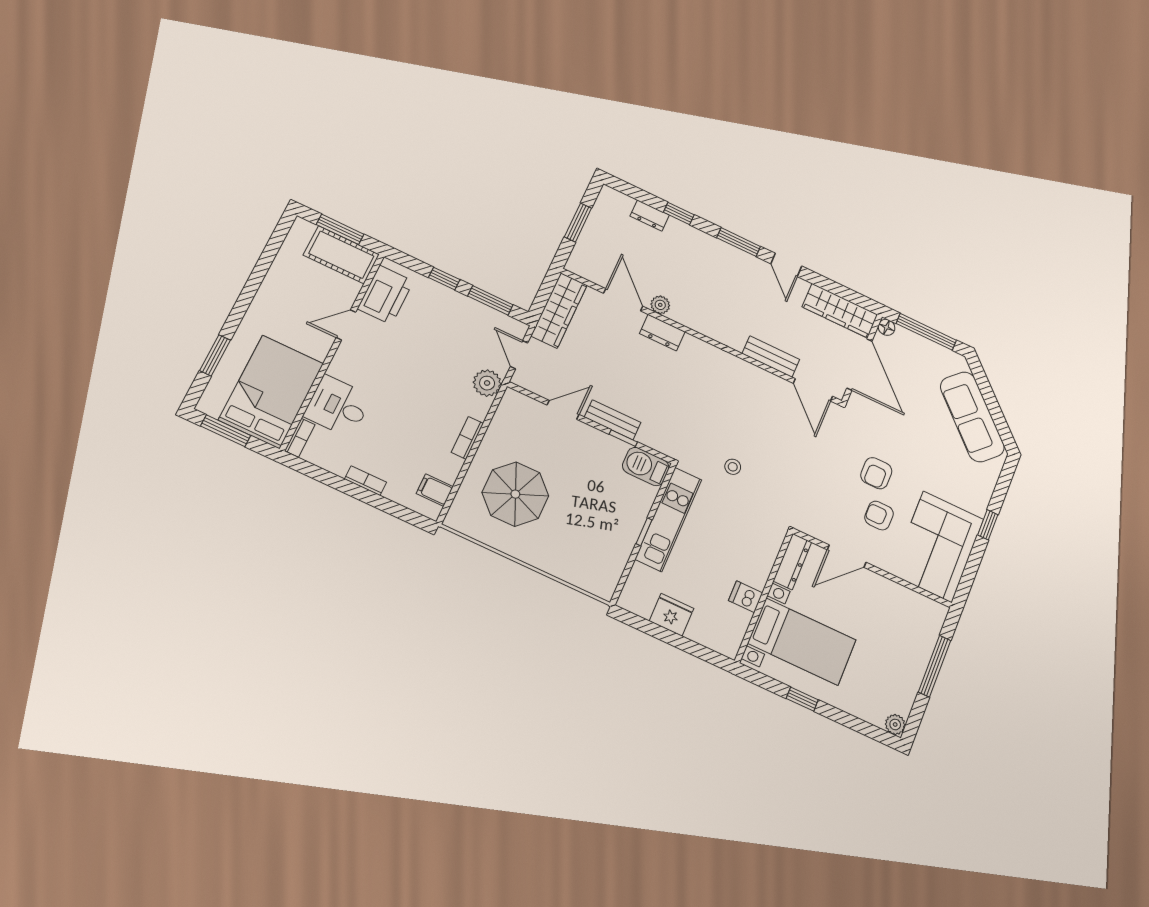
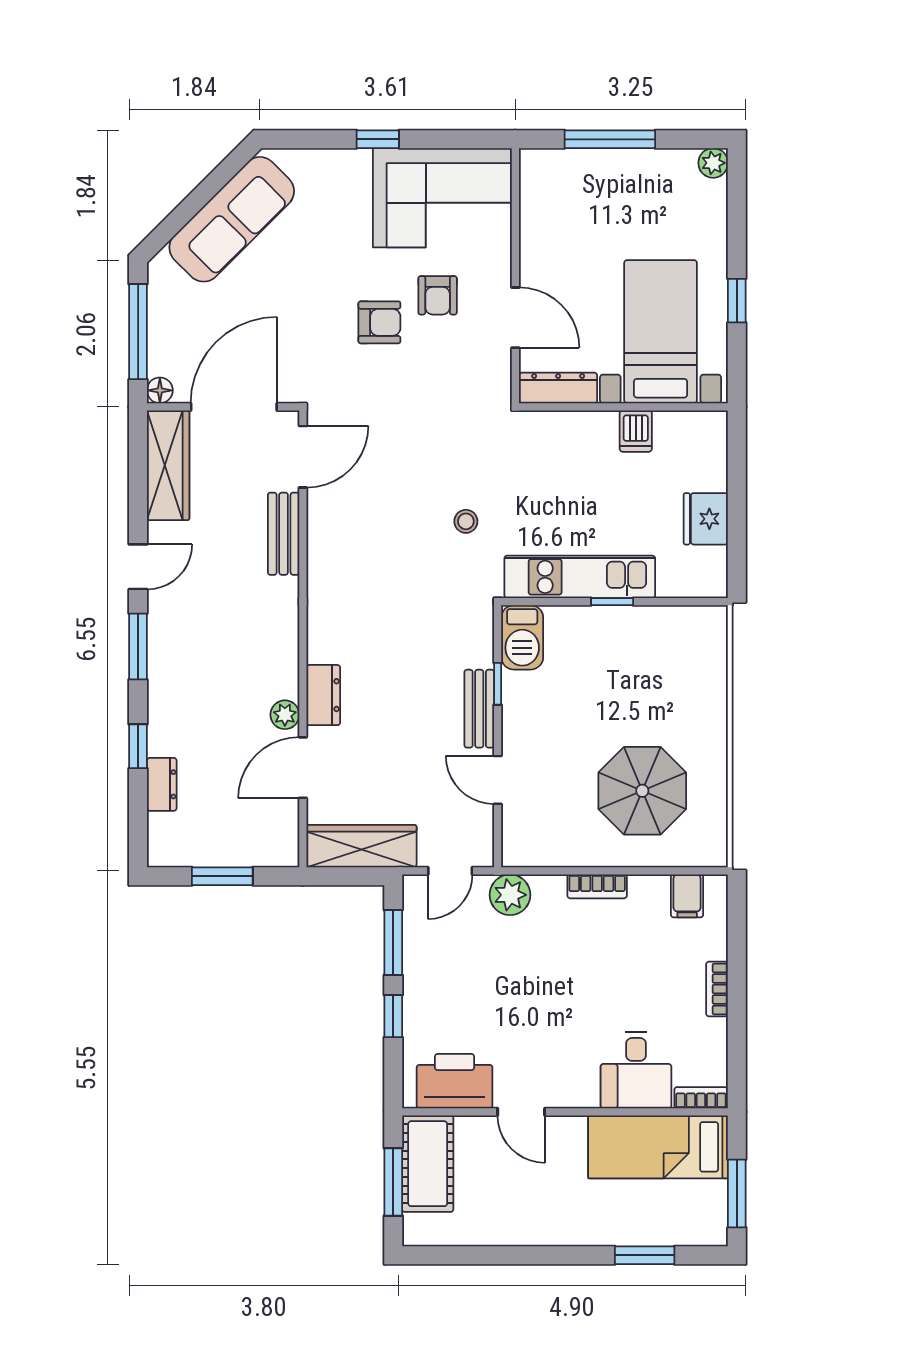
bed: (271, 392) -> (658, 1147), width x0.67

